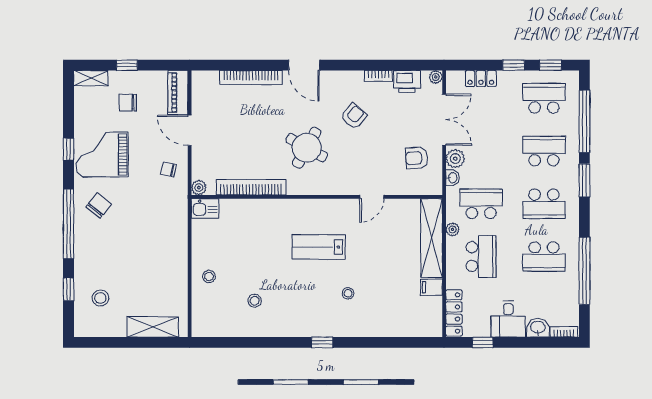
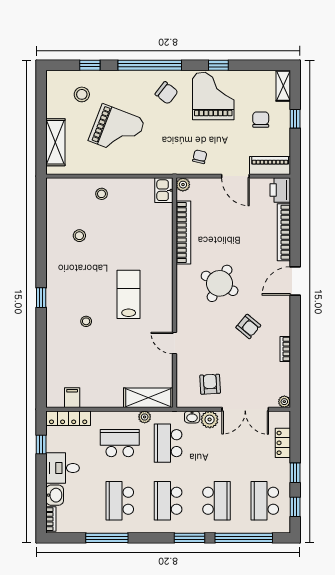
printer: (407, 81) -> (280, 190), moved
school desk: (544, 98) -> (265, 501), turned 180
door: (190, 130) -> (235, 176), swing flipped
school desk: (481, 204) -> (168, 443), turned 180
shelving: (432, 238) -> (148, 398), width x0.68
school desk: (481, 257) -> (120, 443), turned 180
grand piano: (139, 260) -> (117, 130), added
window: (584, 271) -> (107, 538), width x0.68
filing cabinet: (431, 287) -> (72, 398), moved

